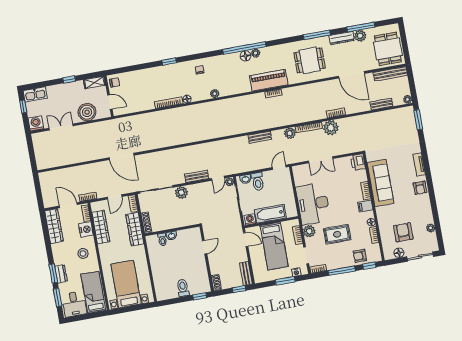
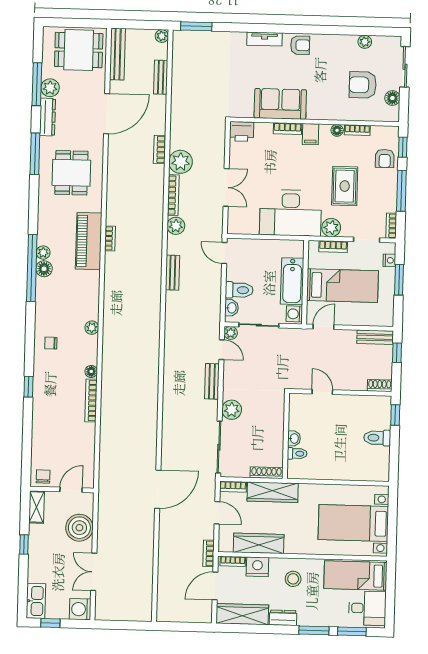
sofa: (380, 183) -> (280, 104), width x0.73
dresser: (61, 274) -> (283, 618), moved

